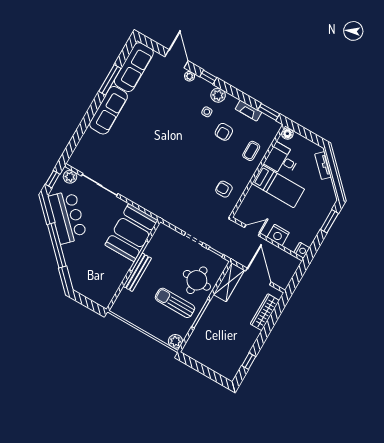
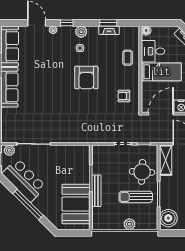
window: (269, 112) -> (108, 23), moved
armchair: (224, 132) -> (86, 78), moved, width x1.88, depth x1.88
door: (252, 230) -> (161, 114), width x1.88
booth: (131, 233) -> (76, 204), moved
plant: (175, 341) -> (129, 224), moved
boiler: (196, 345) -> (168, 218), added

